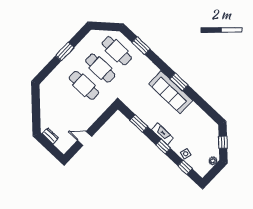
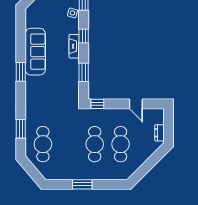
cafe table: (100, 68) -> (121, 144), moved
sofa: (171, 92) -> (35, 52), moved
window: (109, 113) -> (97, 104), added

